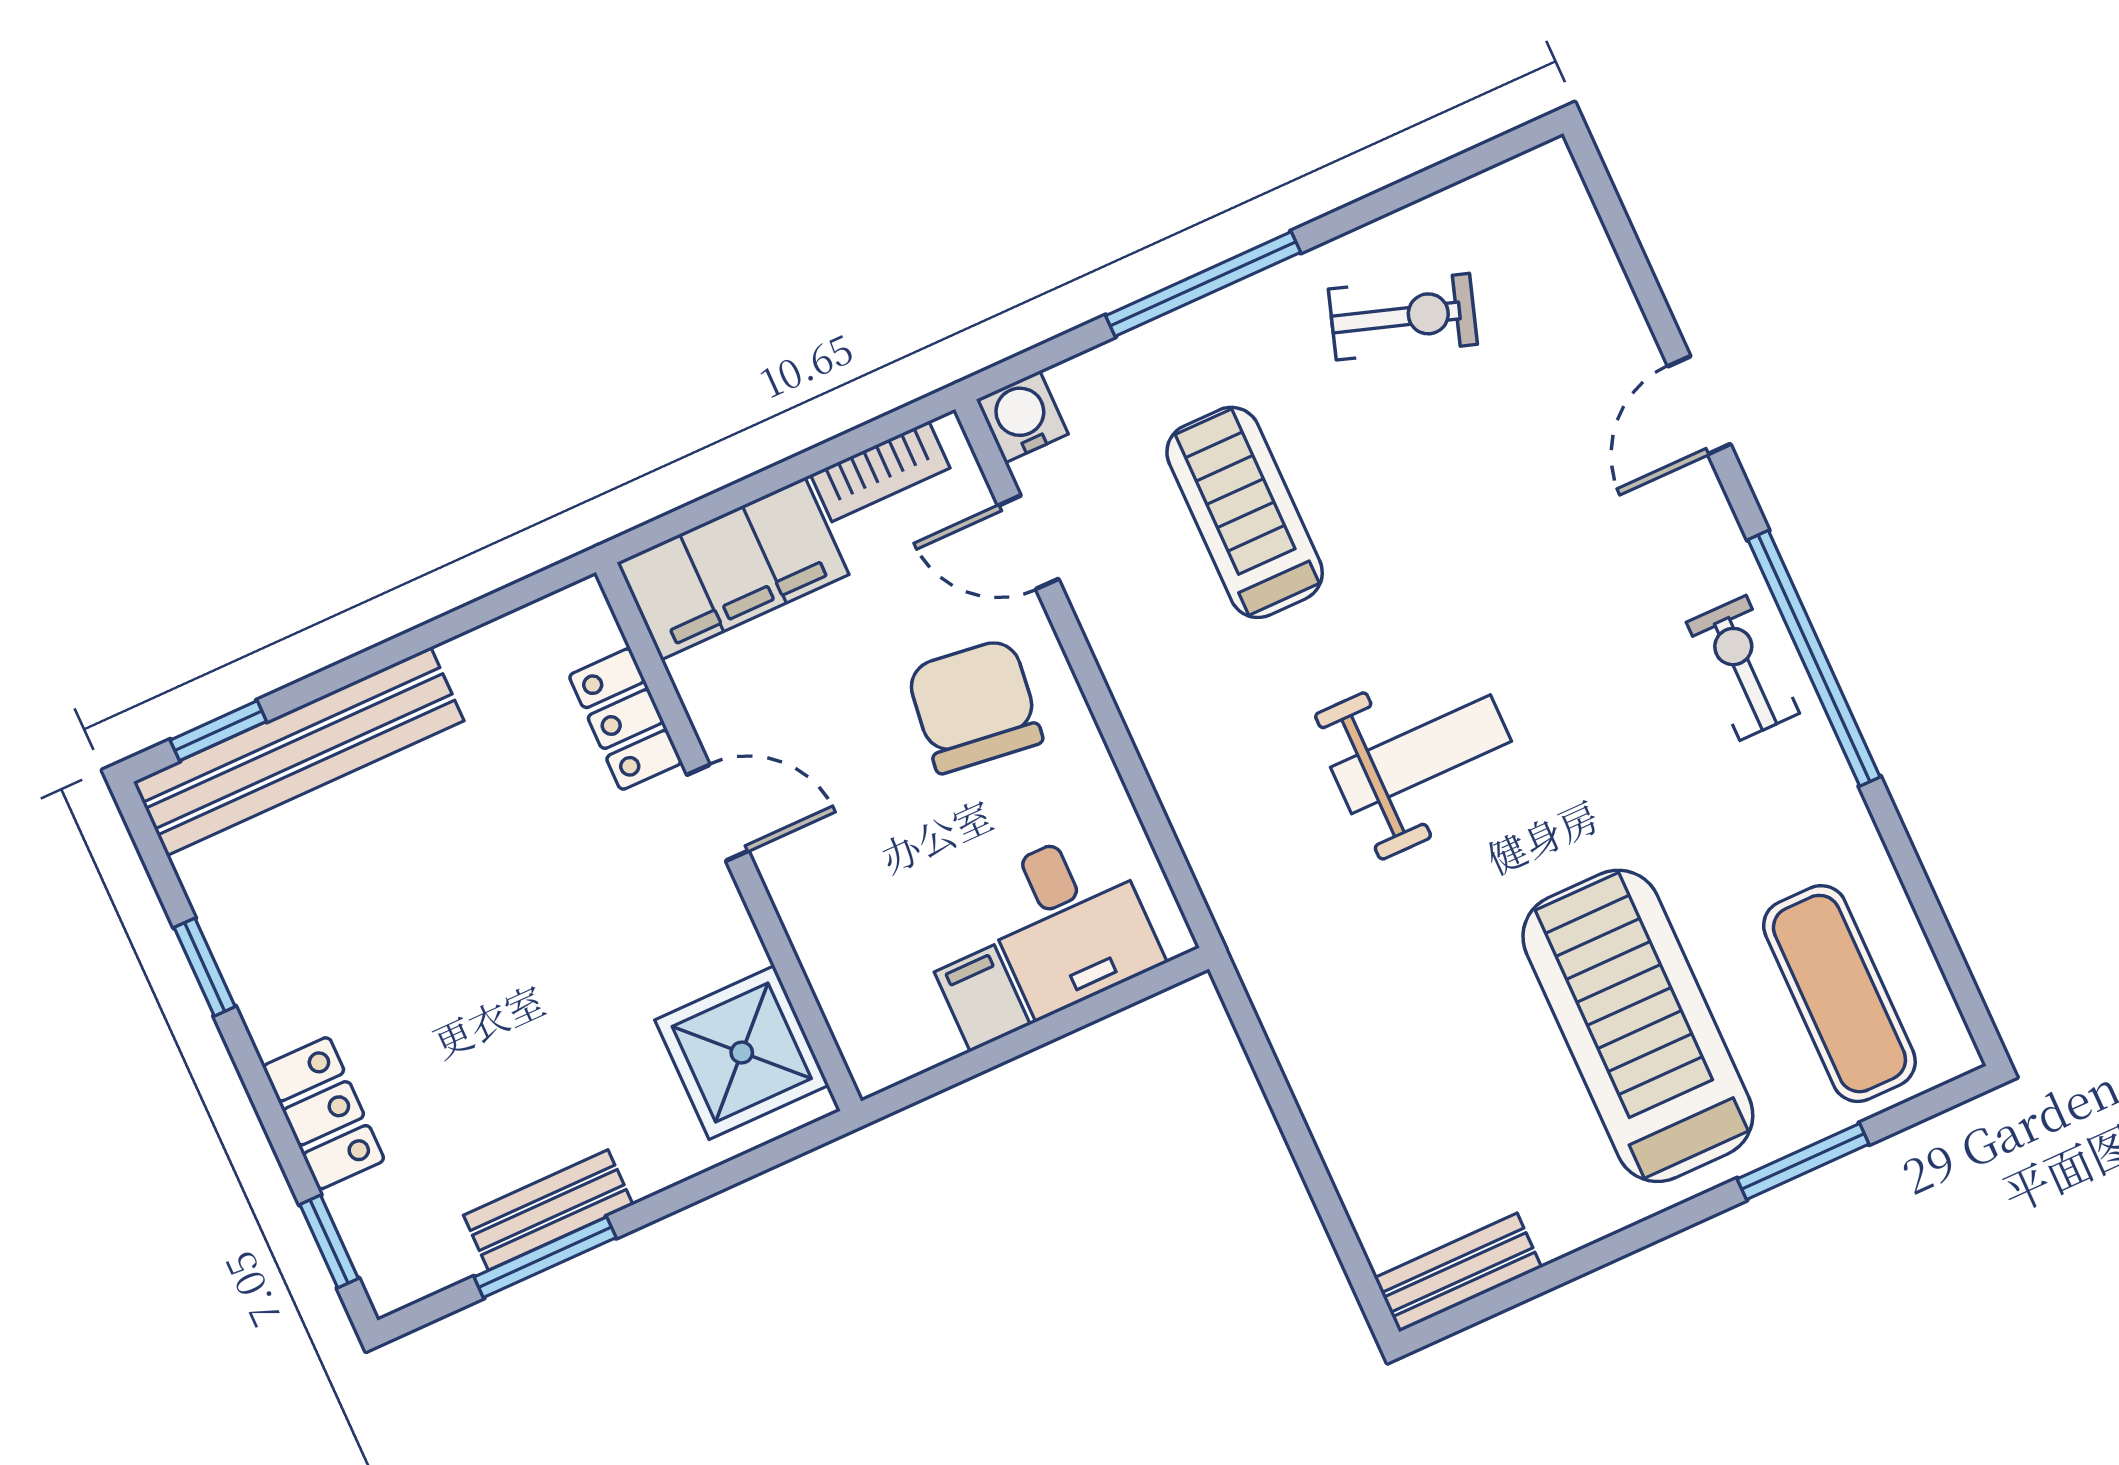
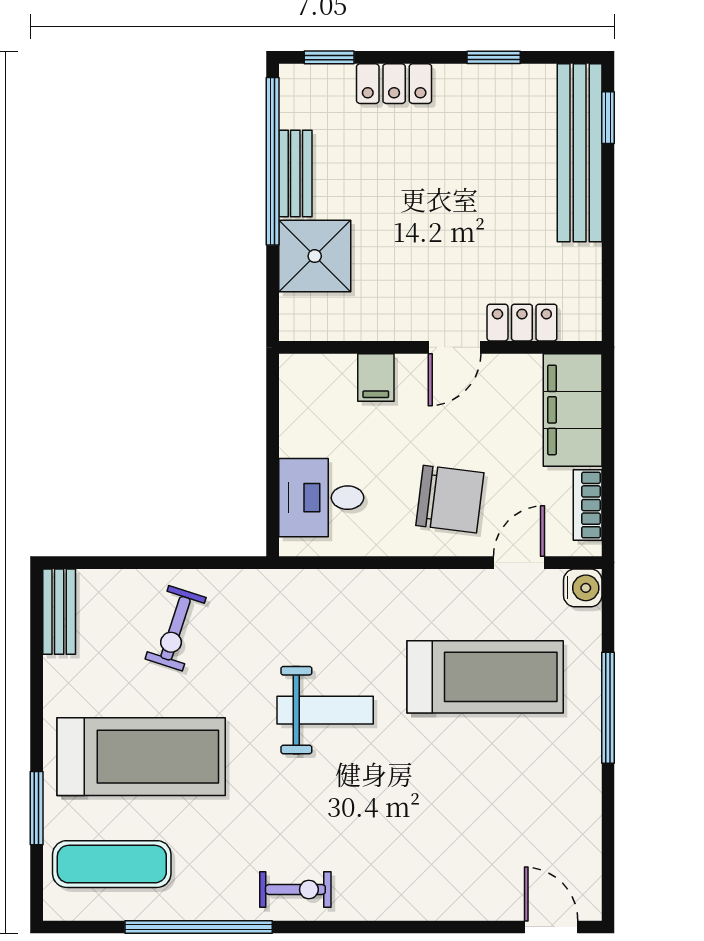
exercise bike: (1403, 317) -> (176, 628), moved
door: (1699, 405) -> (551, 927), moved
treadmill: (1245, 512) -> (485, 677), width x1.37, depth x1.38
window: (1814, 658) -> (199, 927), moved
weight bench: (1421, 754) -> (325, 710), turned -90
filing cabinet: (982, 998) -> (376, 377), moved, turned 90
shower: (742, 1053) -> (315, 256), moved
window: (545, 1257) -> (273, 161), width x2.11

